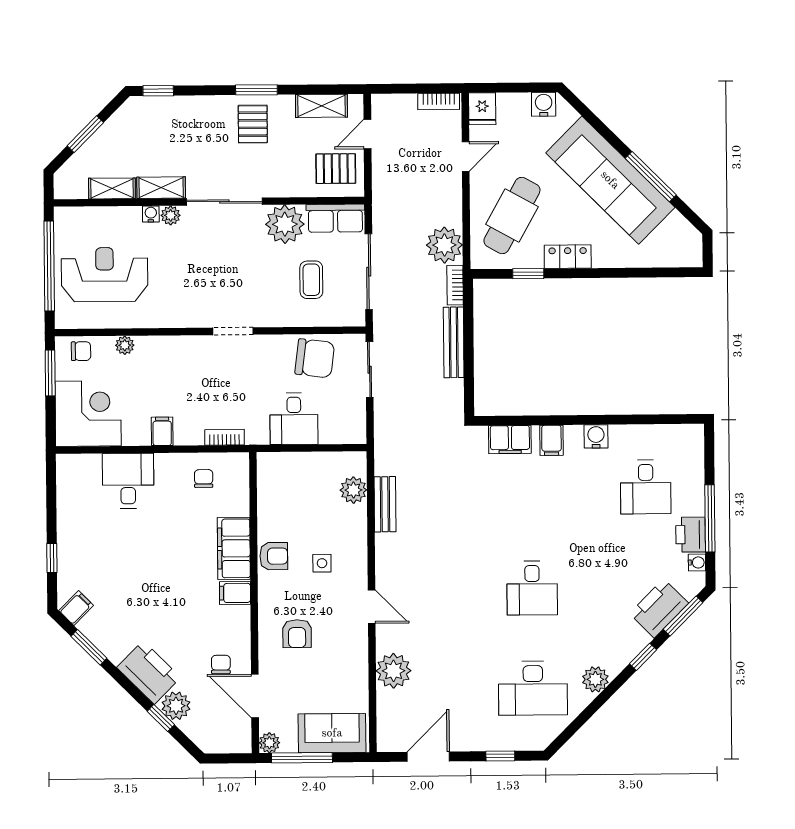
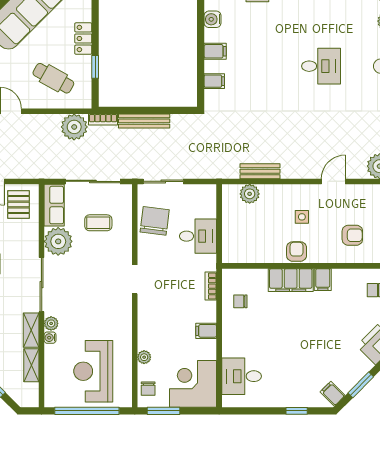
cafe table: (512, 215) -> (53, 78), width x0.73, depth x0.74
chair: (81, 351) -> (148, 389), turned 180
filing cabinet: (510, 440) -> (214, 81), width x0.50
desk: (128, 481) -> (242, 376), moved

